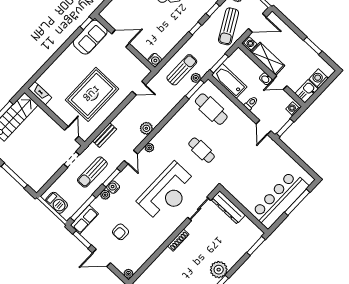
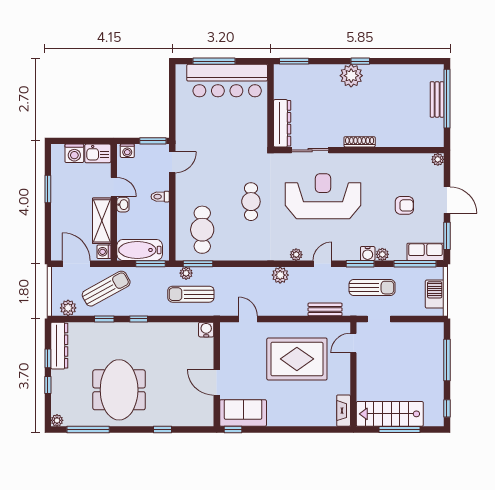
bathtub: (229, 81) -> (140, 250), moved, turned 90

